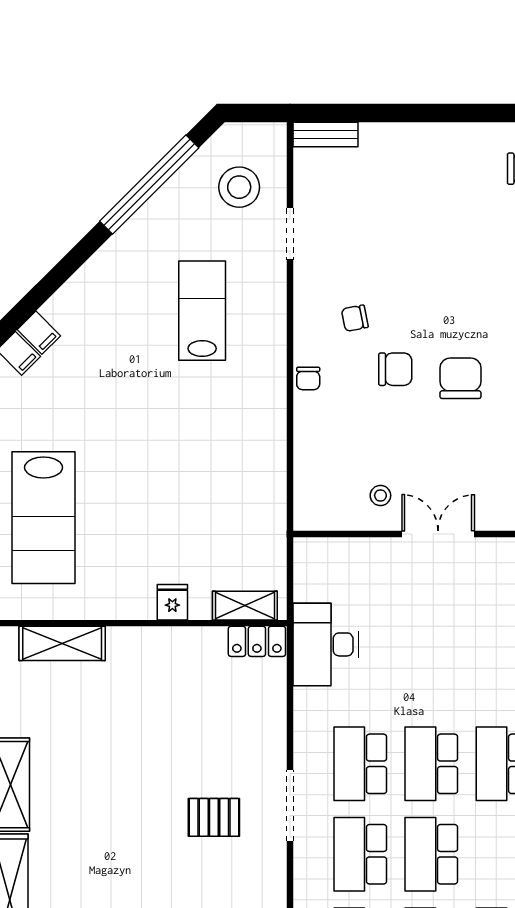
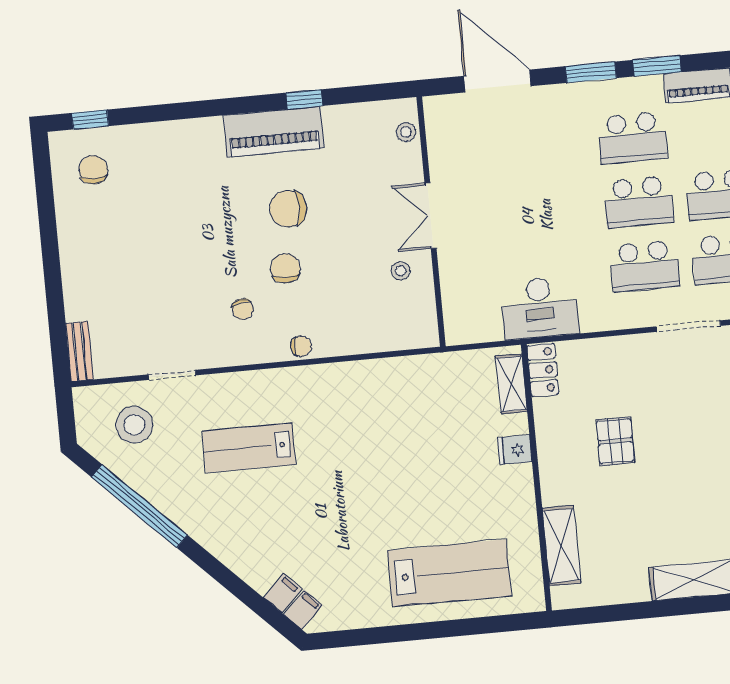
pallet: (214, 817) -> (615, 441), moved

